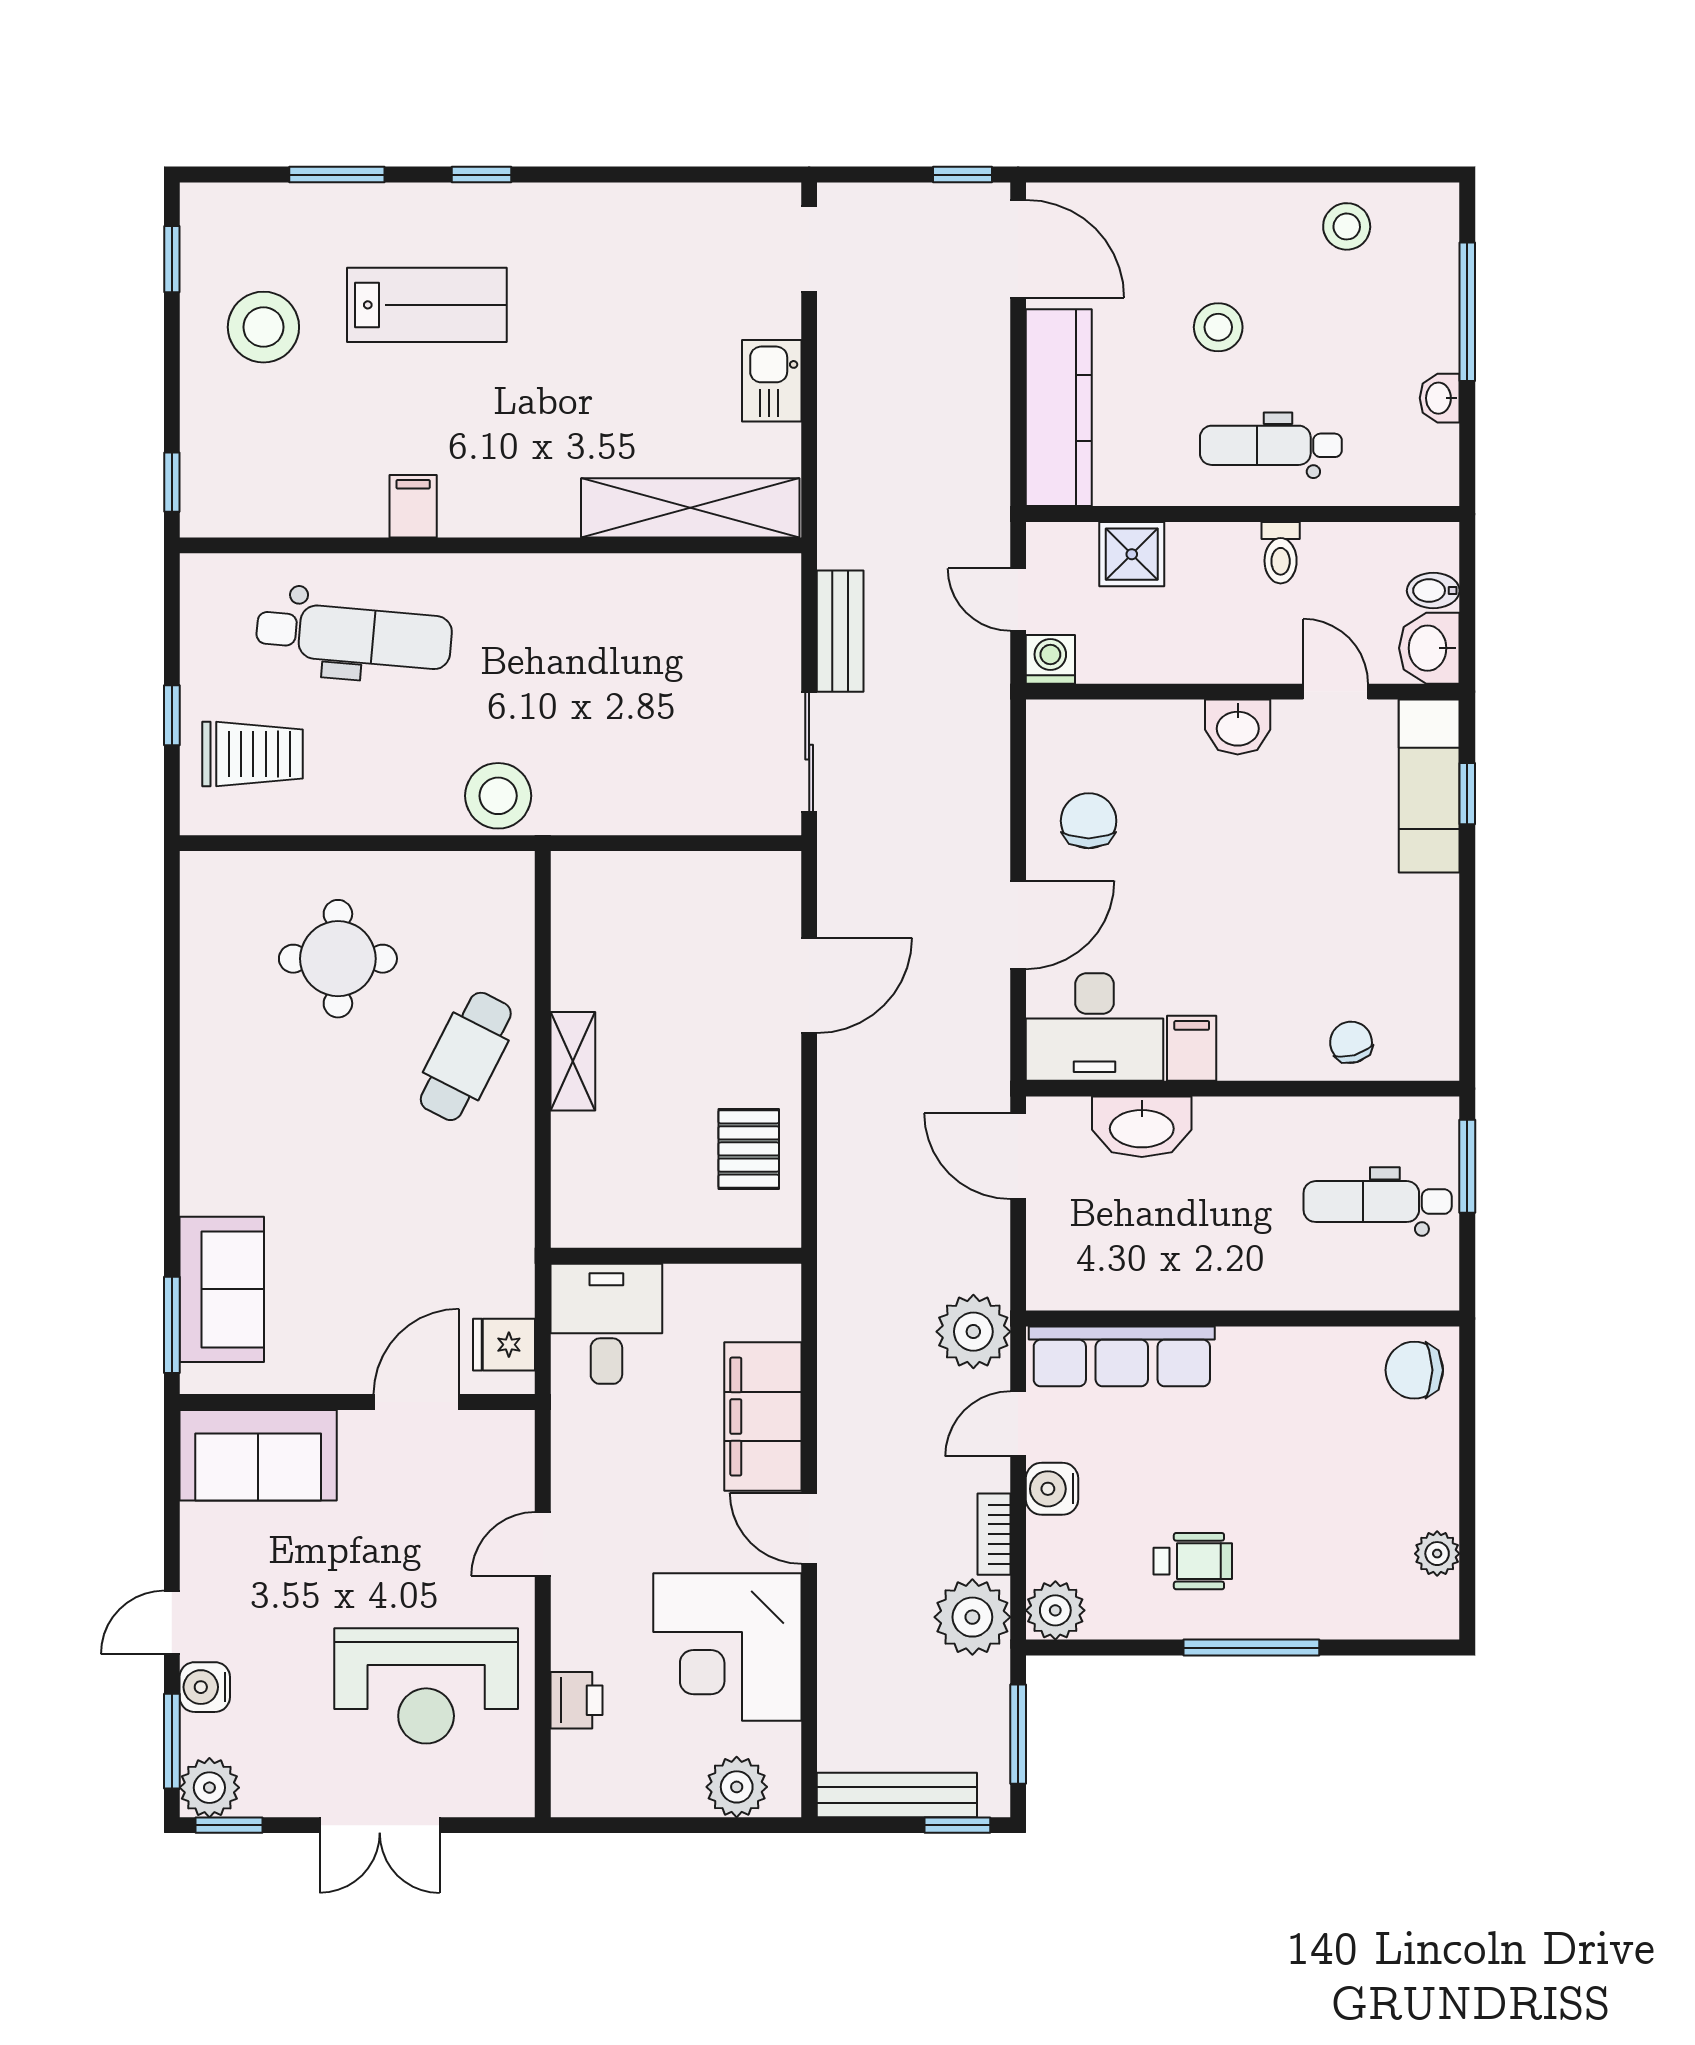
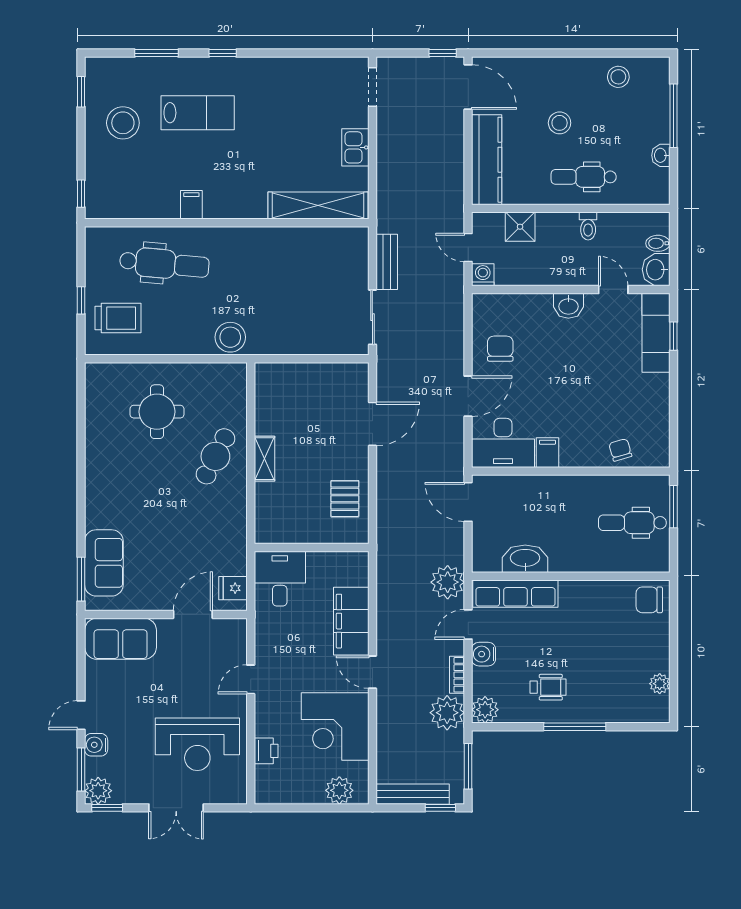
washbasin: (1142, 1127) -> (525, 559), moved, turned 180

